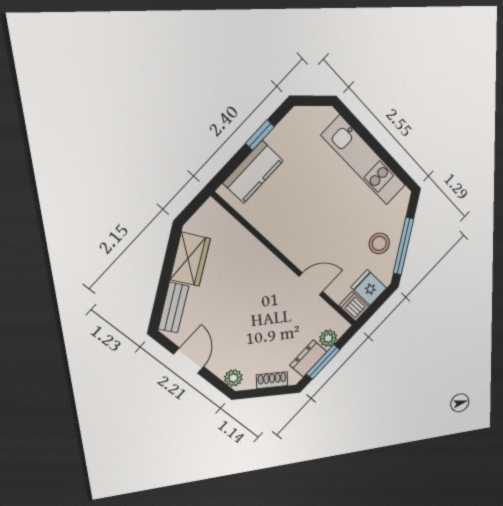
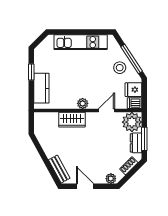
plant: (289, 246) -> (83, 103), added
wardrobe: (190, 259) -> (72, 120), moved, turned 119
plant: (328, 338) -> (132, 122), width x1.87, depth x1.87

